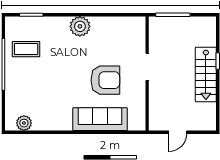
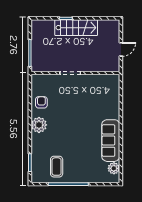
armchair: (105, 80) -> (41, 102), moved, width x0.53, depth x0.53
sofa: (100, 119) -> (111, 141), moved
door: (178, 132) -> (121, 49), hinge flipped

